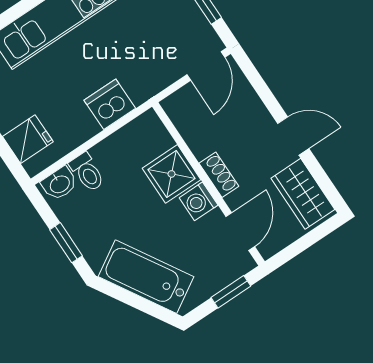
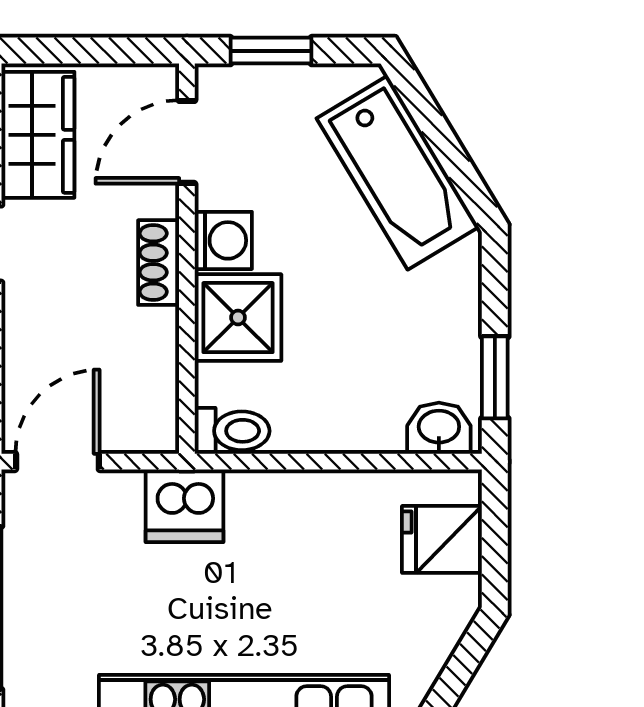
dishwasher: (110, 104) -> (185, 506), moved
toilet: (87, 172) -> (232, 431), moved, turned 90
window: (66, 243) -> (495, 377), moved

